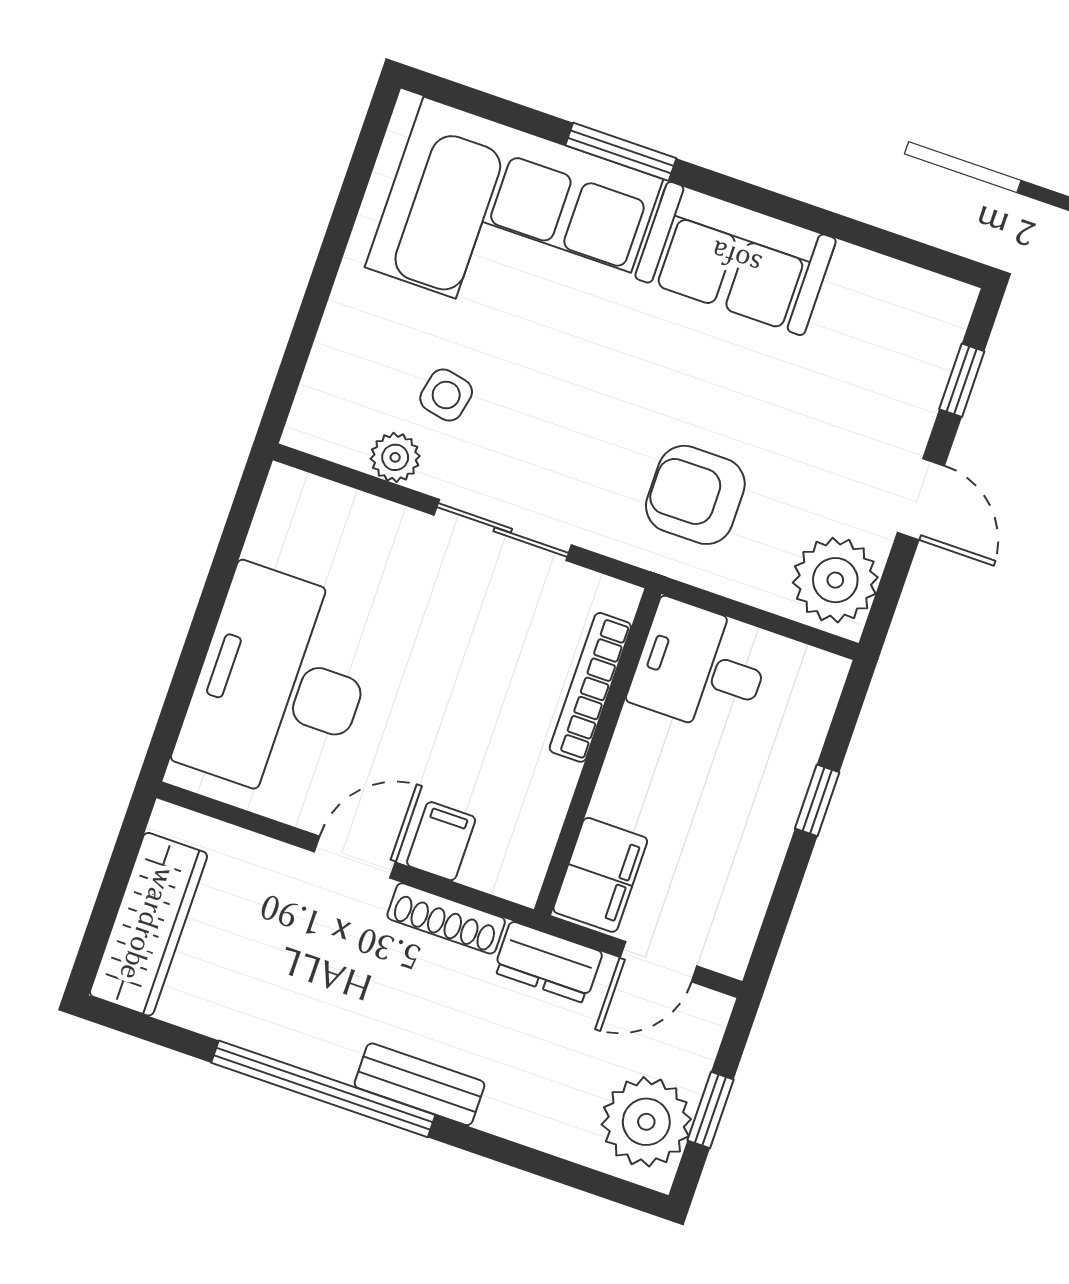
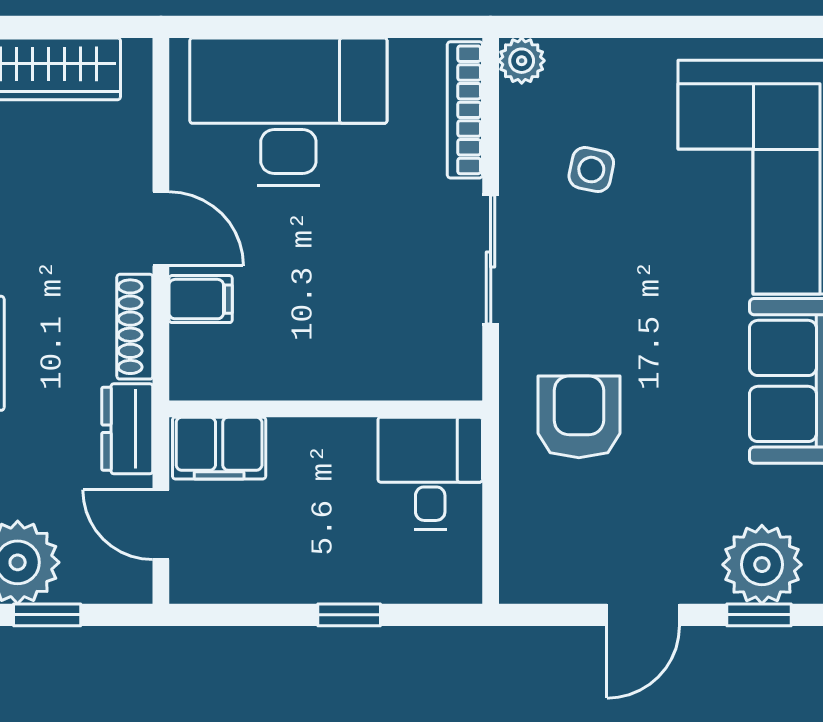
plant: (395, 457) -> (522, 61), moved
plant: (835, 580) -> (762, 565), moved
bookcase: (590, 687) -> (465, 110), moved, turned -90

